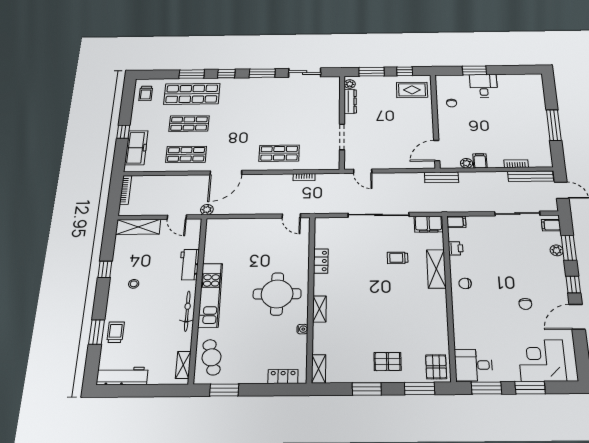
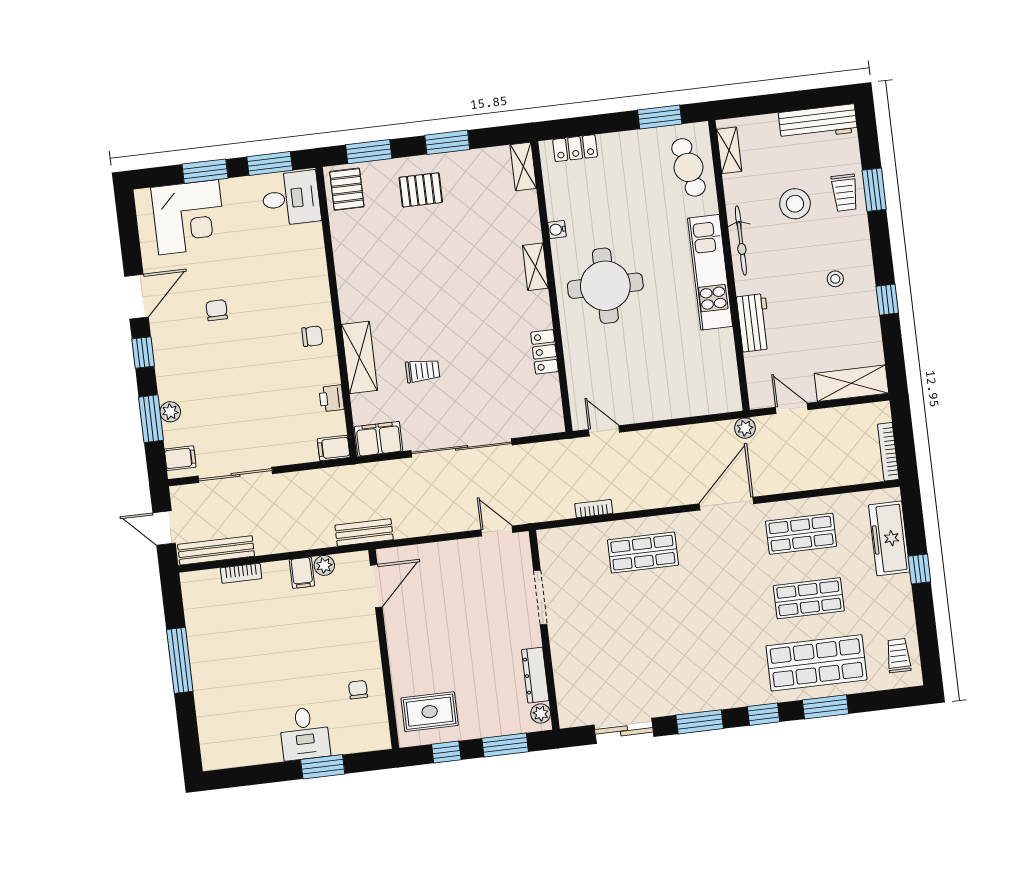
stool: (148, 329) -> (795, 204), added

